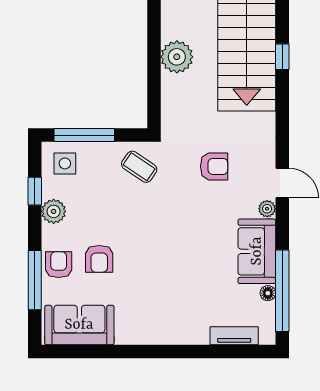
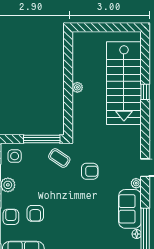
plant: (177, 57) -> (77, 87), width x0.53, depth x0.53
window: (84, 135) -> (42, 139), moved
armchair: (214, 166) -> (90, 171), moved

